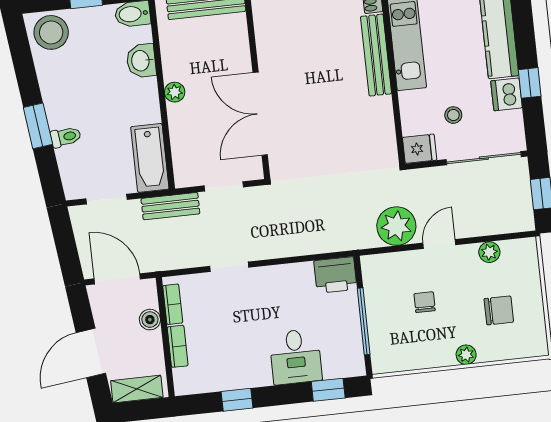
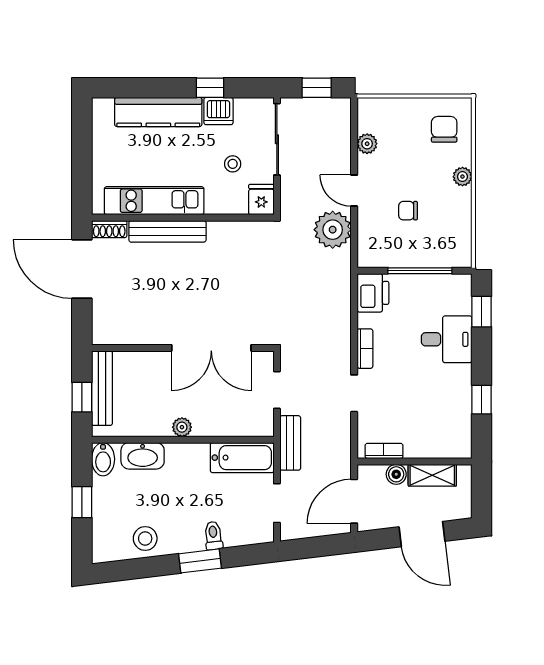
stool: (51, 32) -> (145, 538), moved, width x0.73, depth x0.73
washbasin: (141, 61) -> (143, 456), width x1.38
chair: (499, 310) -> (444, 129), moved
bookcase: (178, 346) -> (365, 349), moved, turned 90
shelving: (137, 389) -> (432, 475), moved, turned 90

